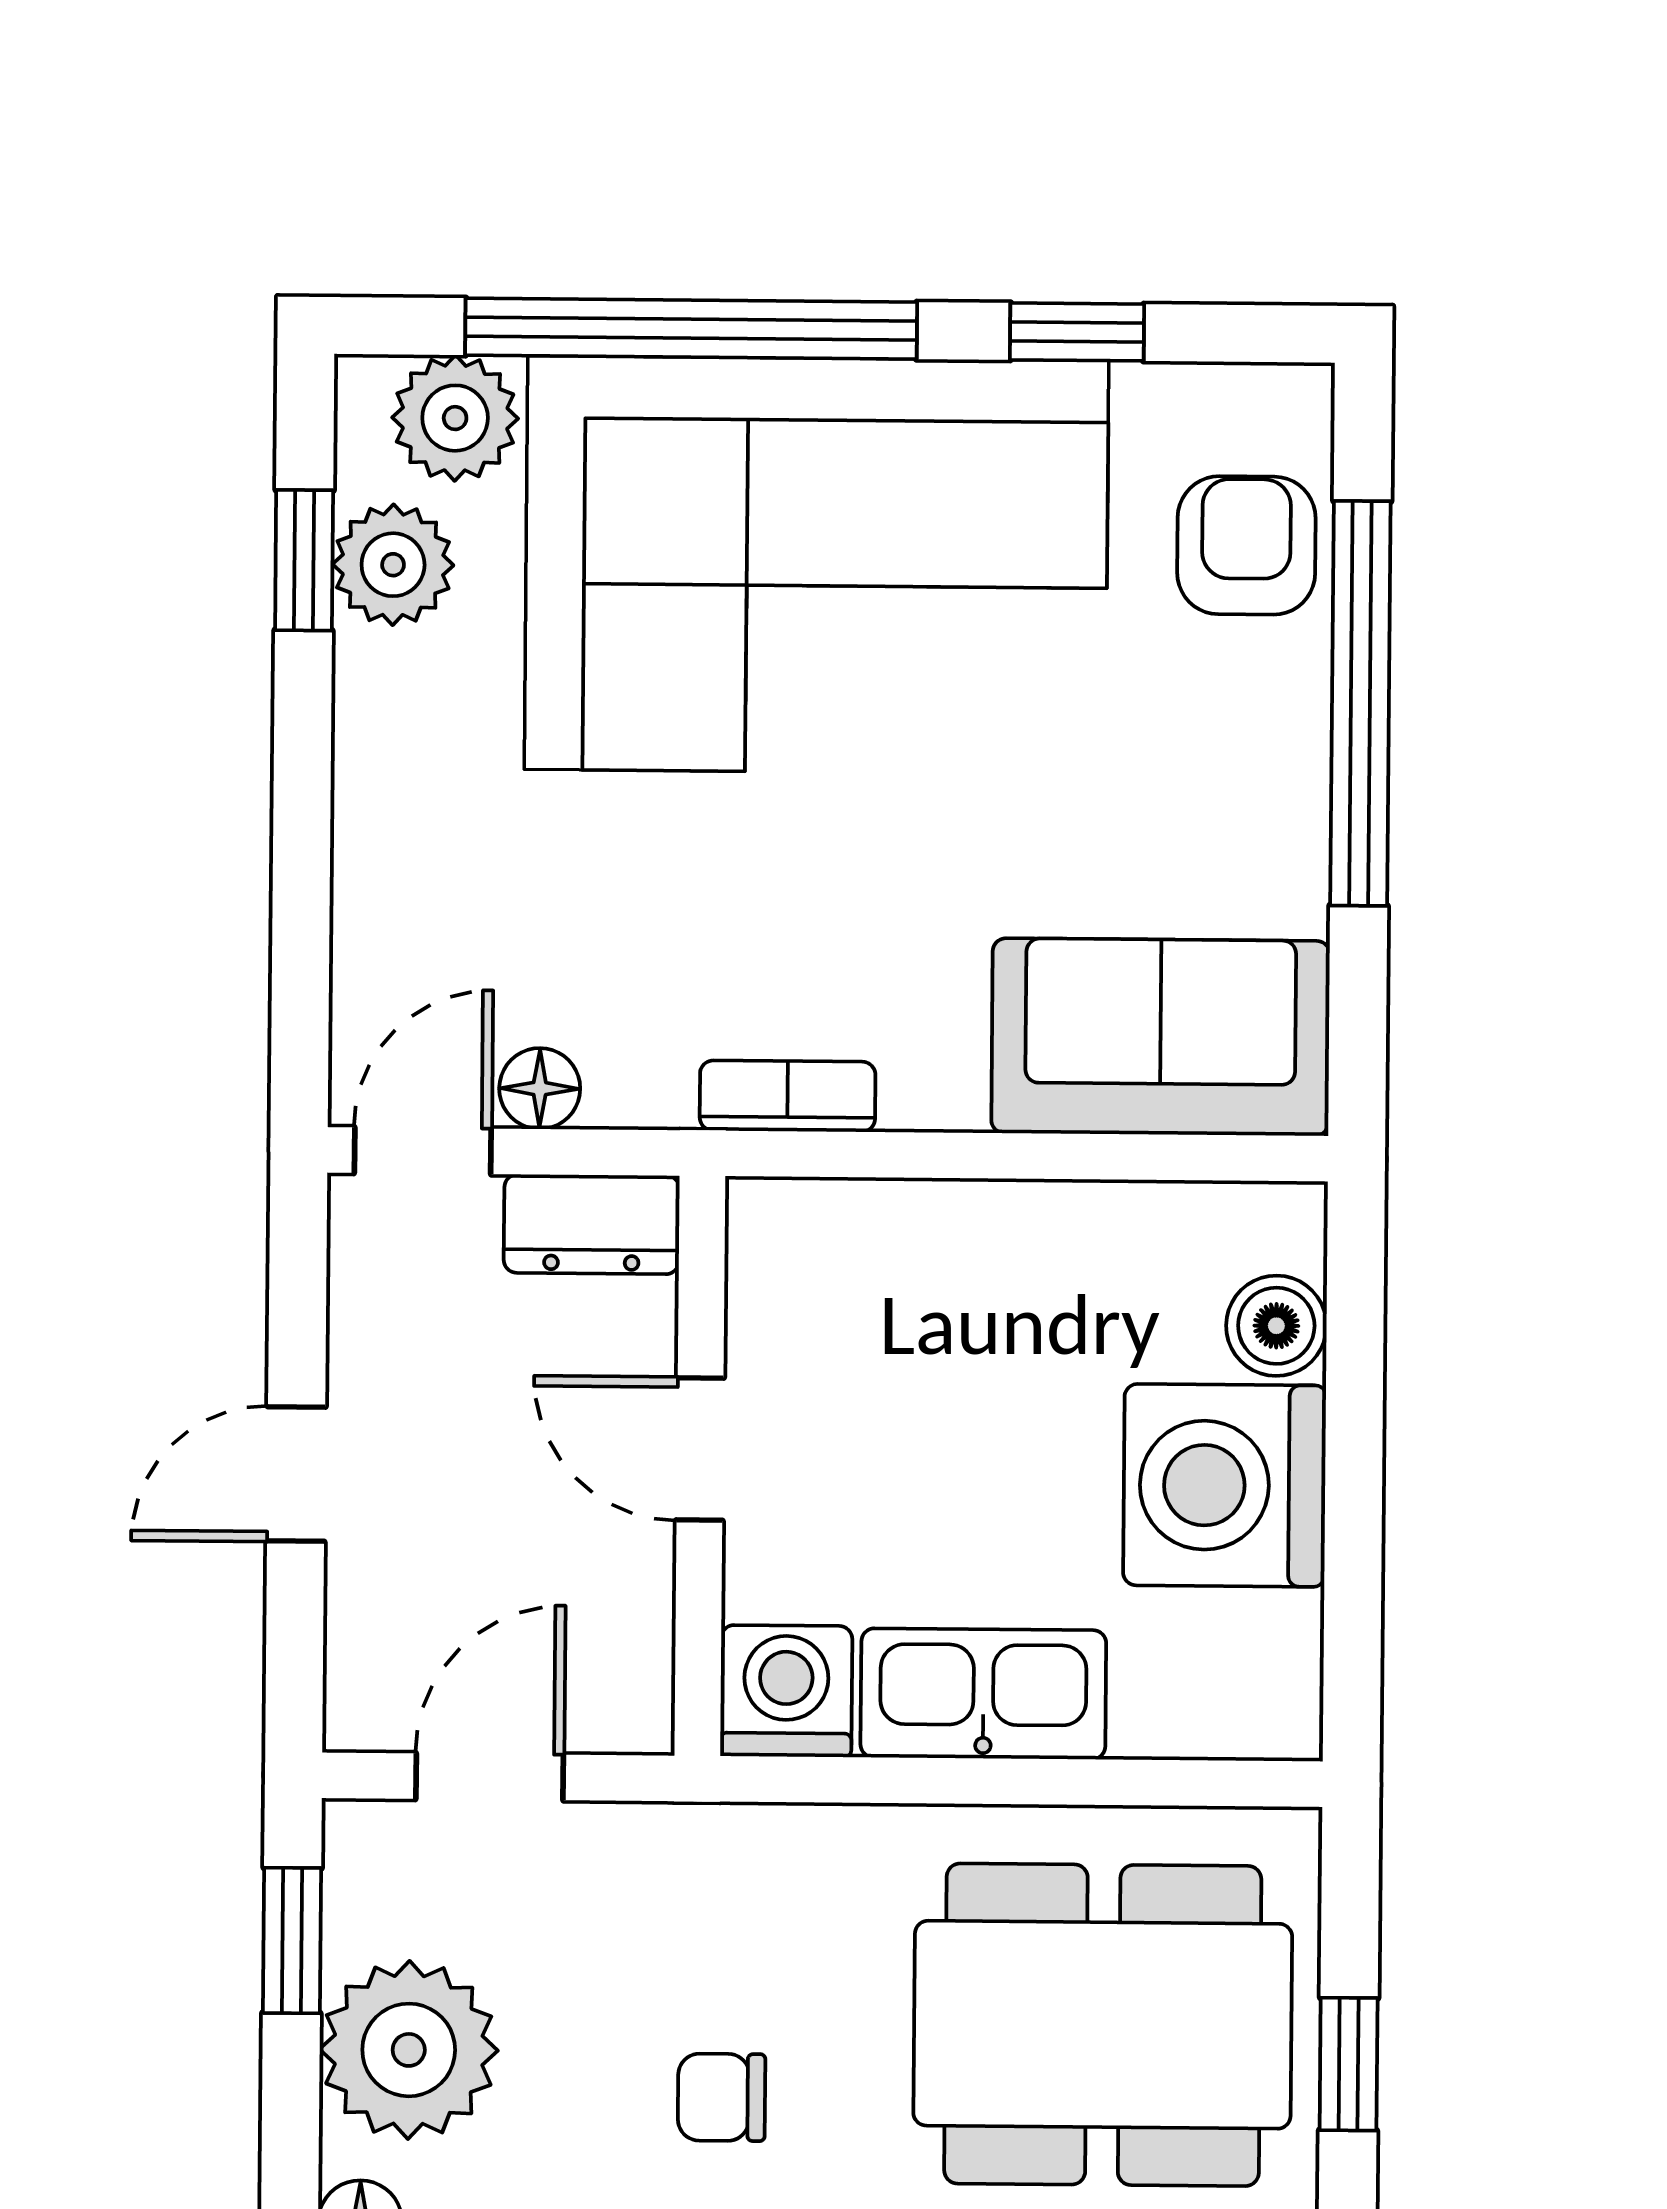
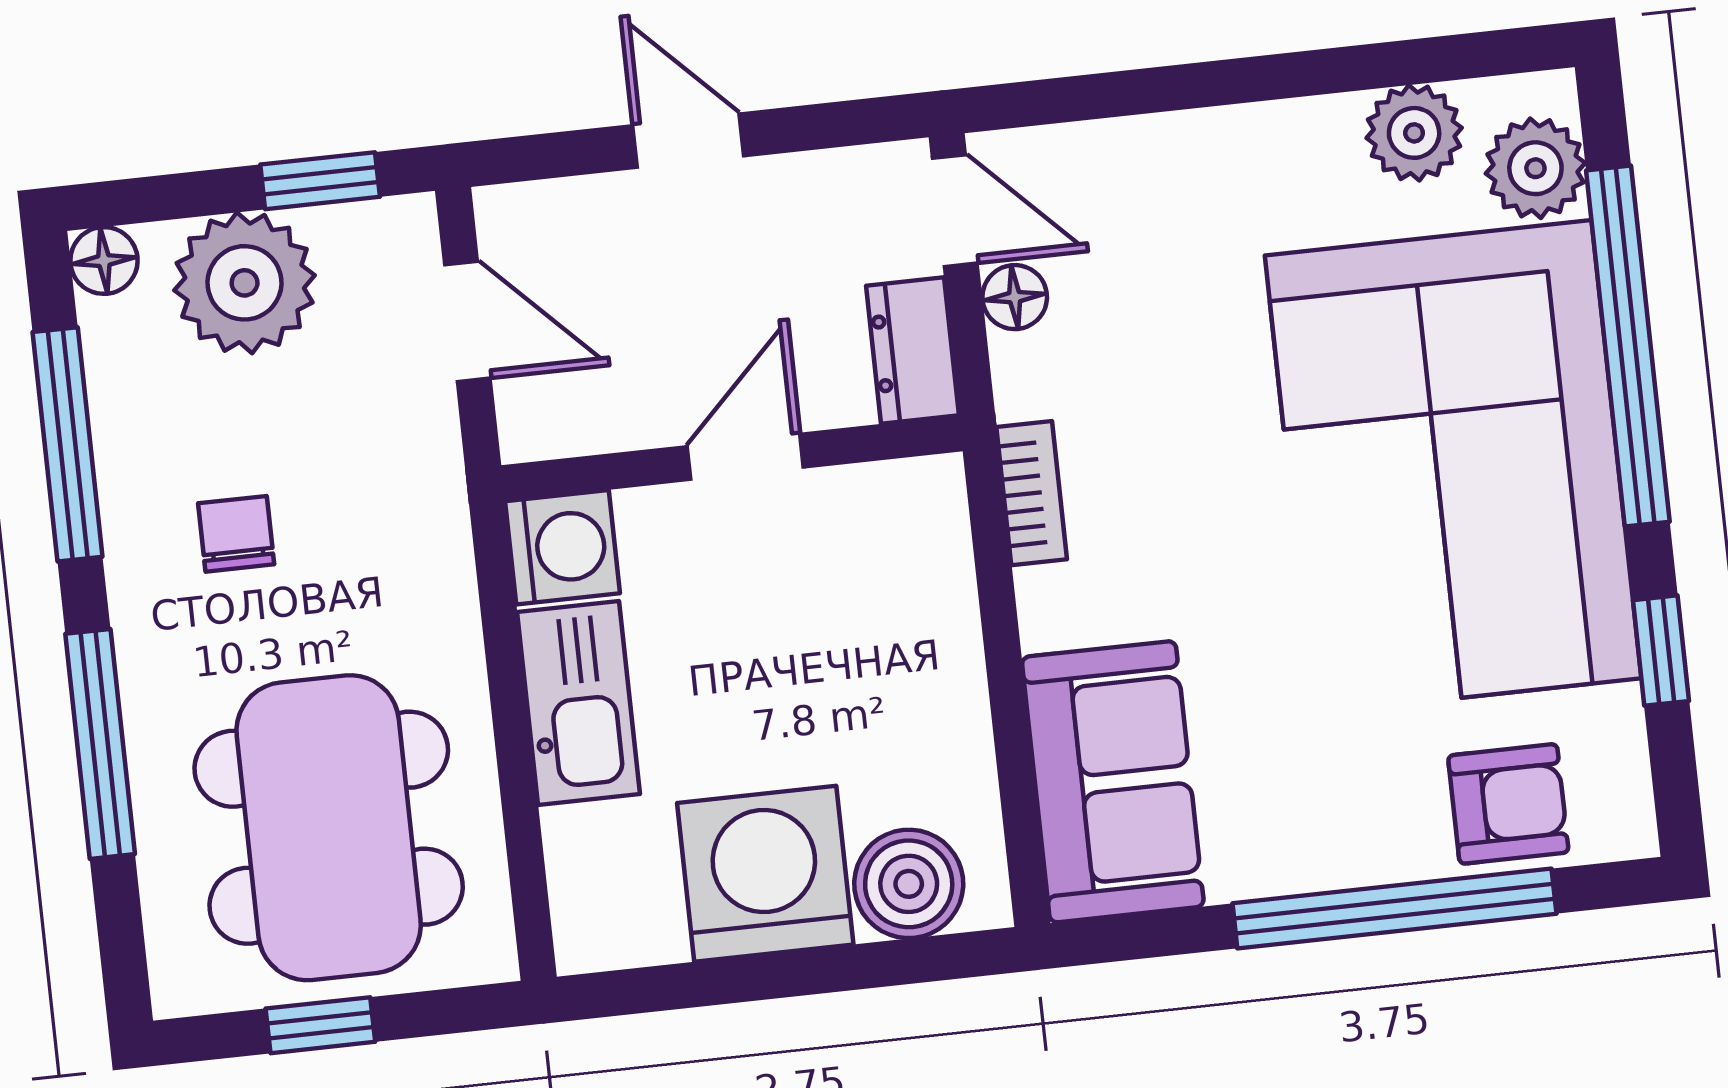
window: (304, 560) -> (1409, 62), removed
boiler: (1276, 1326) -> (909, 884), width x1.36, depth x1.36

